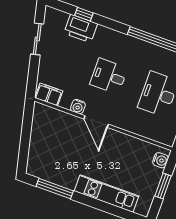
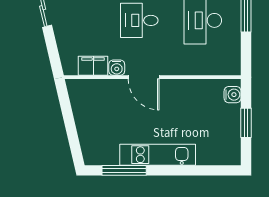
filing cabinet: (49, 94) -> (93, 66), moved
kitchen unit: (106, 193) -> (158, 155), moved

